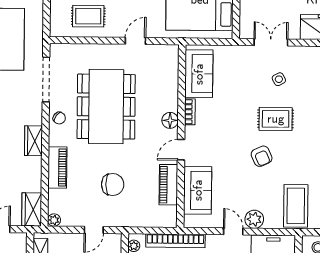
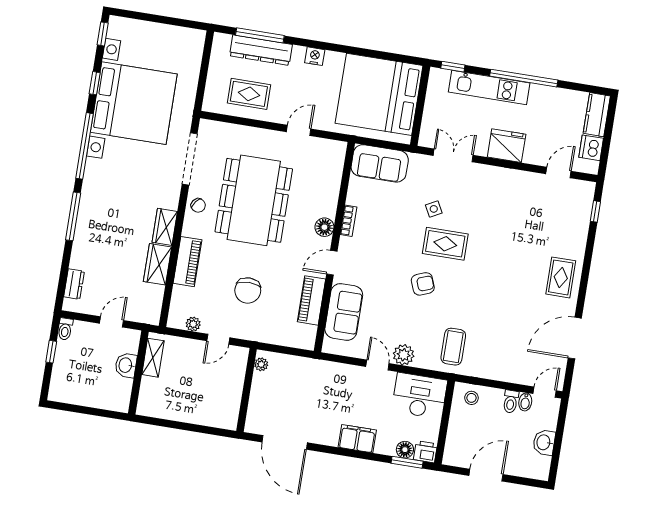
sofa: (199, 74) -> (380, 163), moved, turned 90
side table: (279, 79) -> (434, 209), moved
armchair: (262, 156) -> (423, 284), turned -87
chair: (113, 184) -> (248, 291), turned 90
coffee table: (296, 206) -> (453, 347), width x0.73, depth x0.76
wardrobe: (32, 209) -> (158, 264), moved
plant: (54, 220) -> (193, 324), moved
bookcase: (175, 241) -> (310, 366), removed

